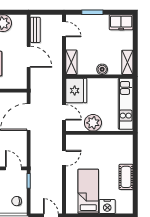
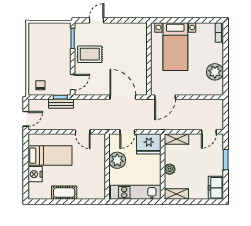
bench: (35, 30) -> (61, 104), moved
door: (29, 57) -> (165, 97), moved

